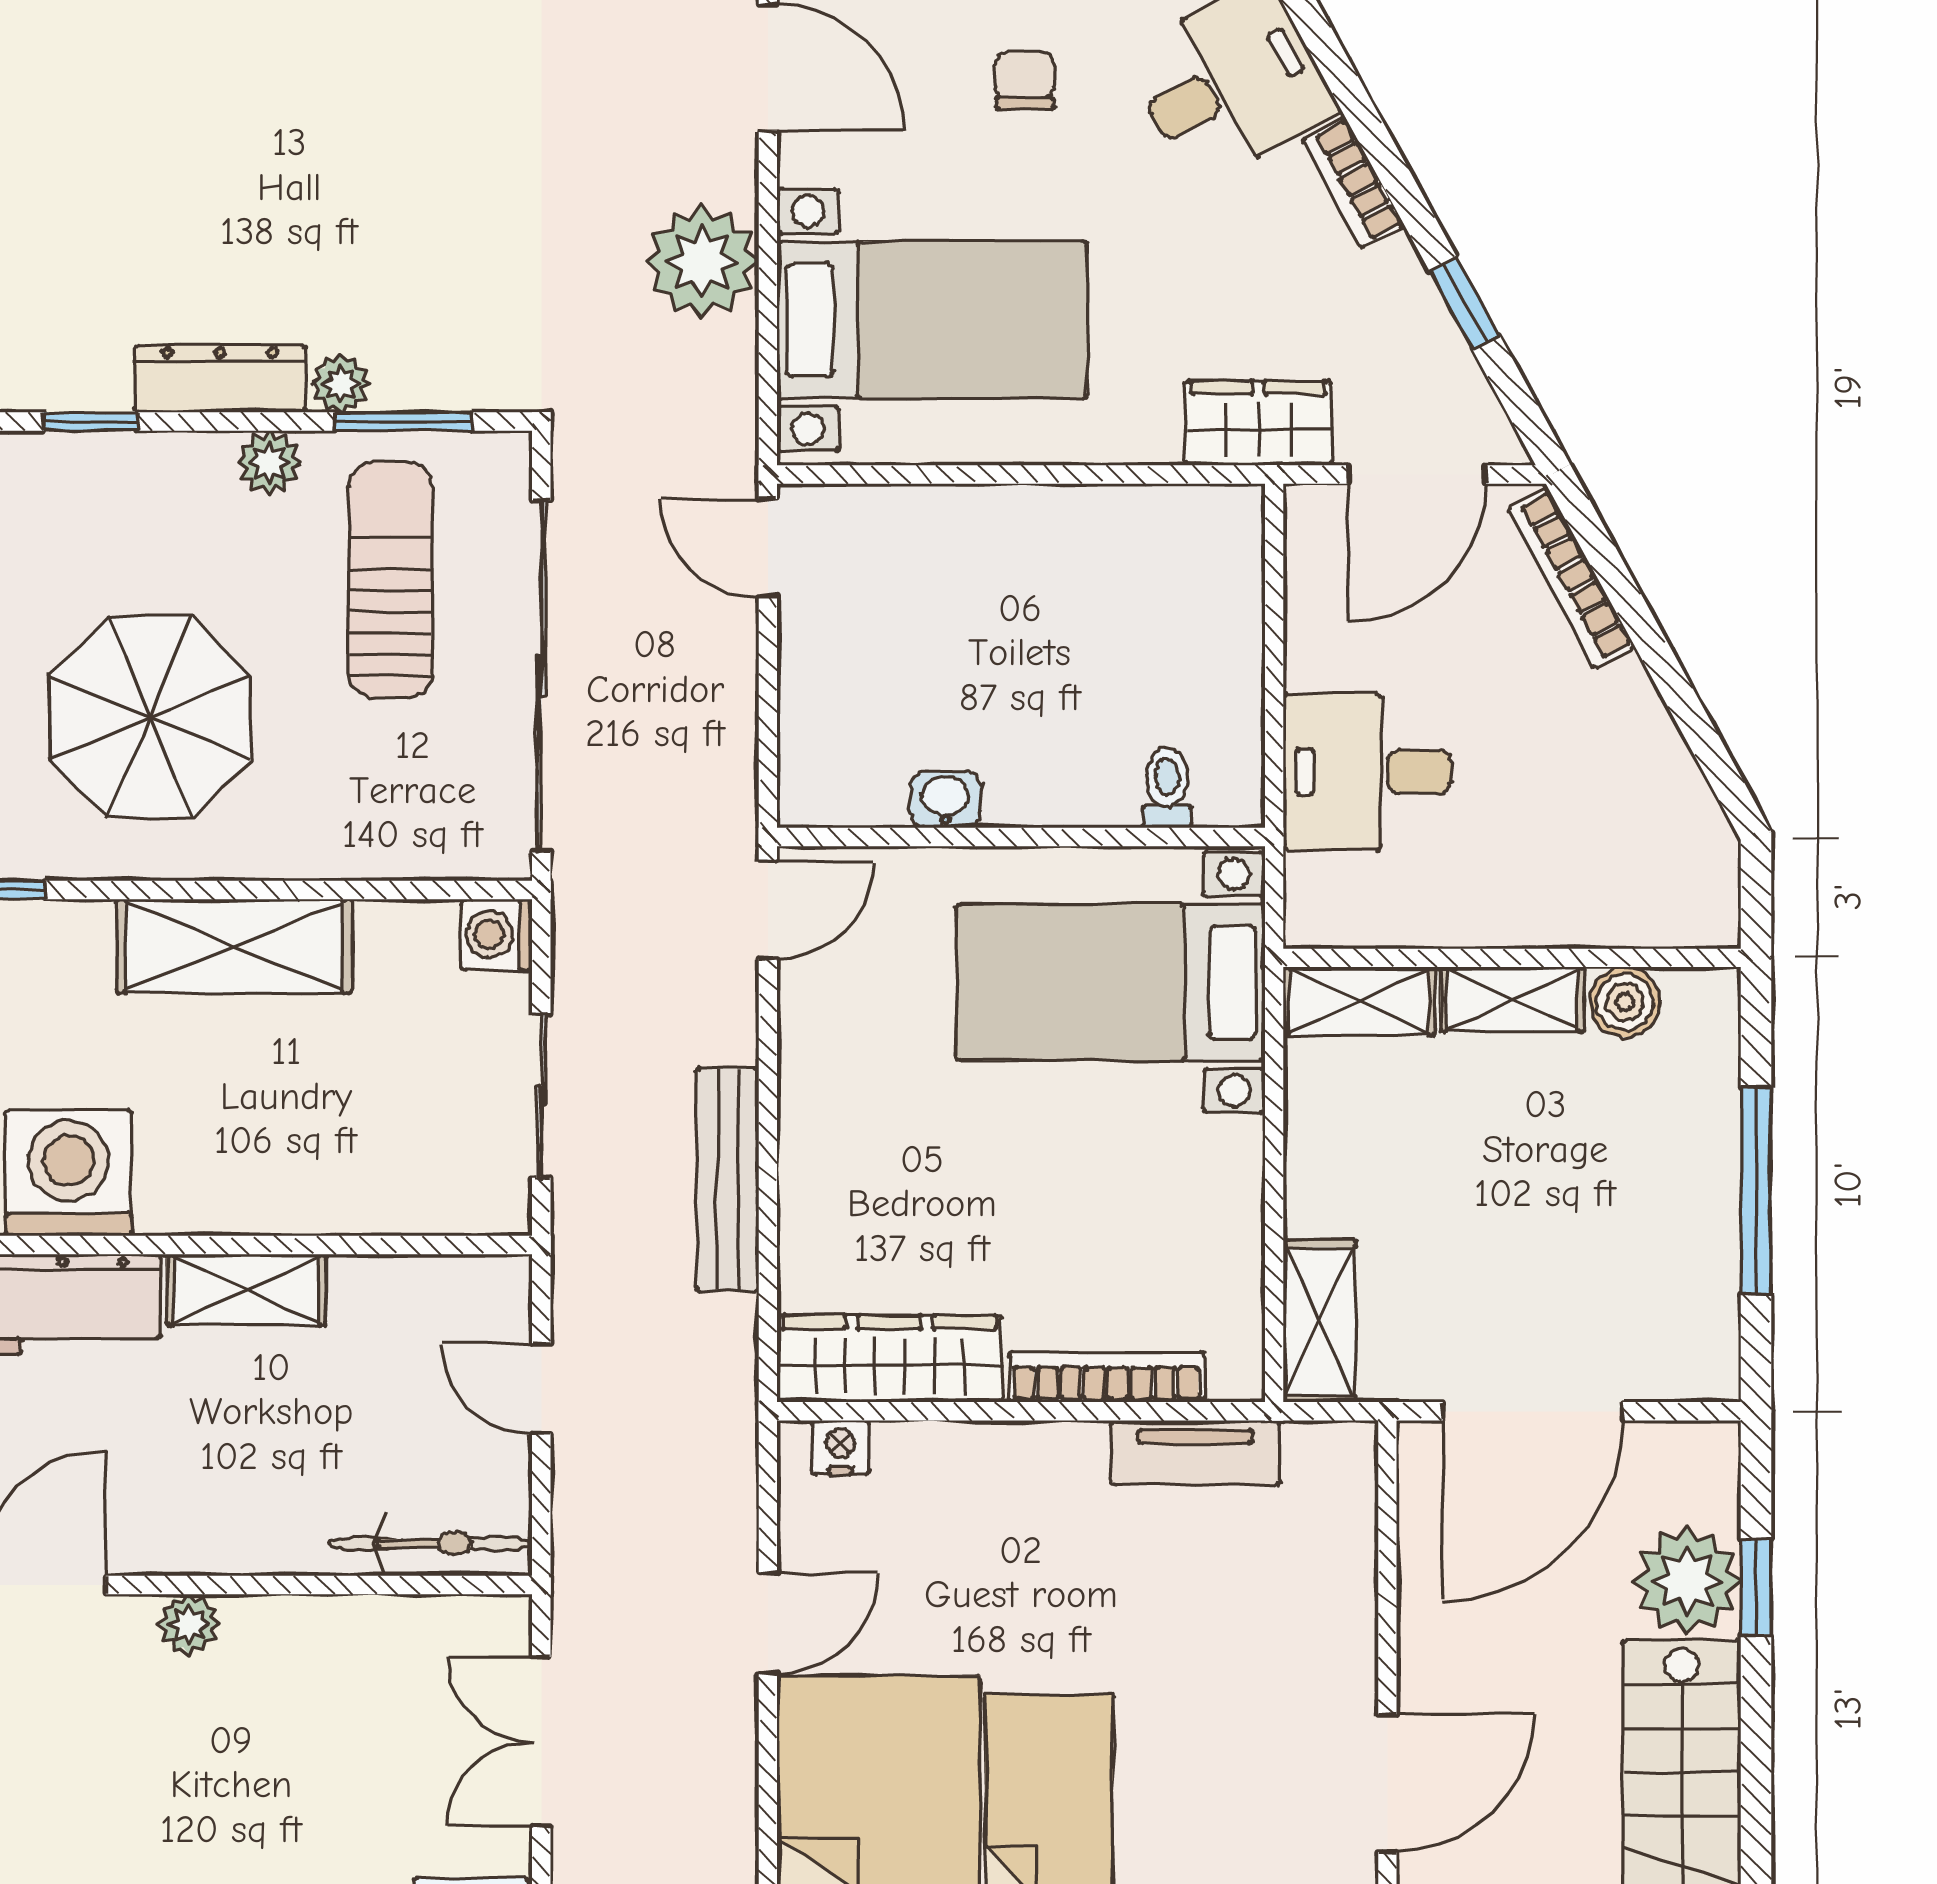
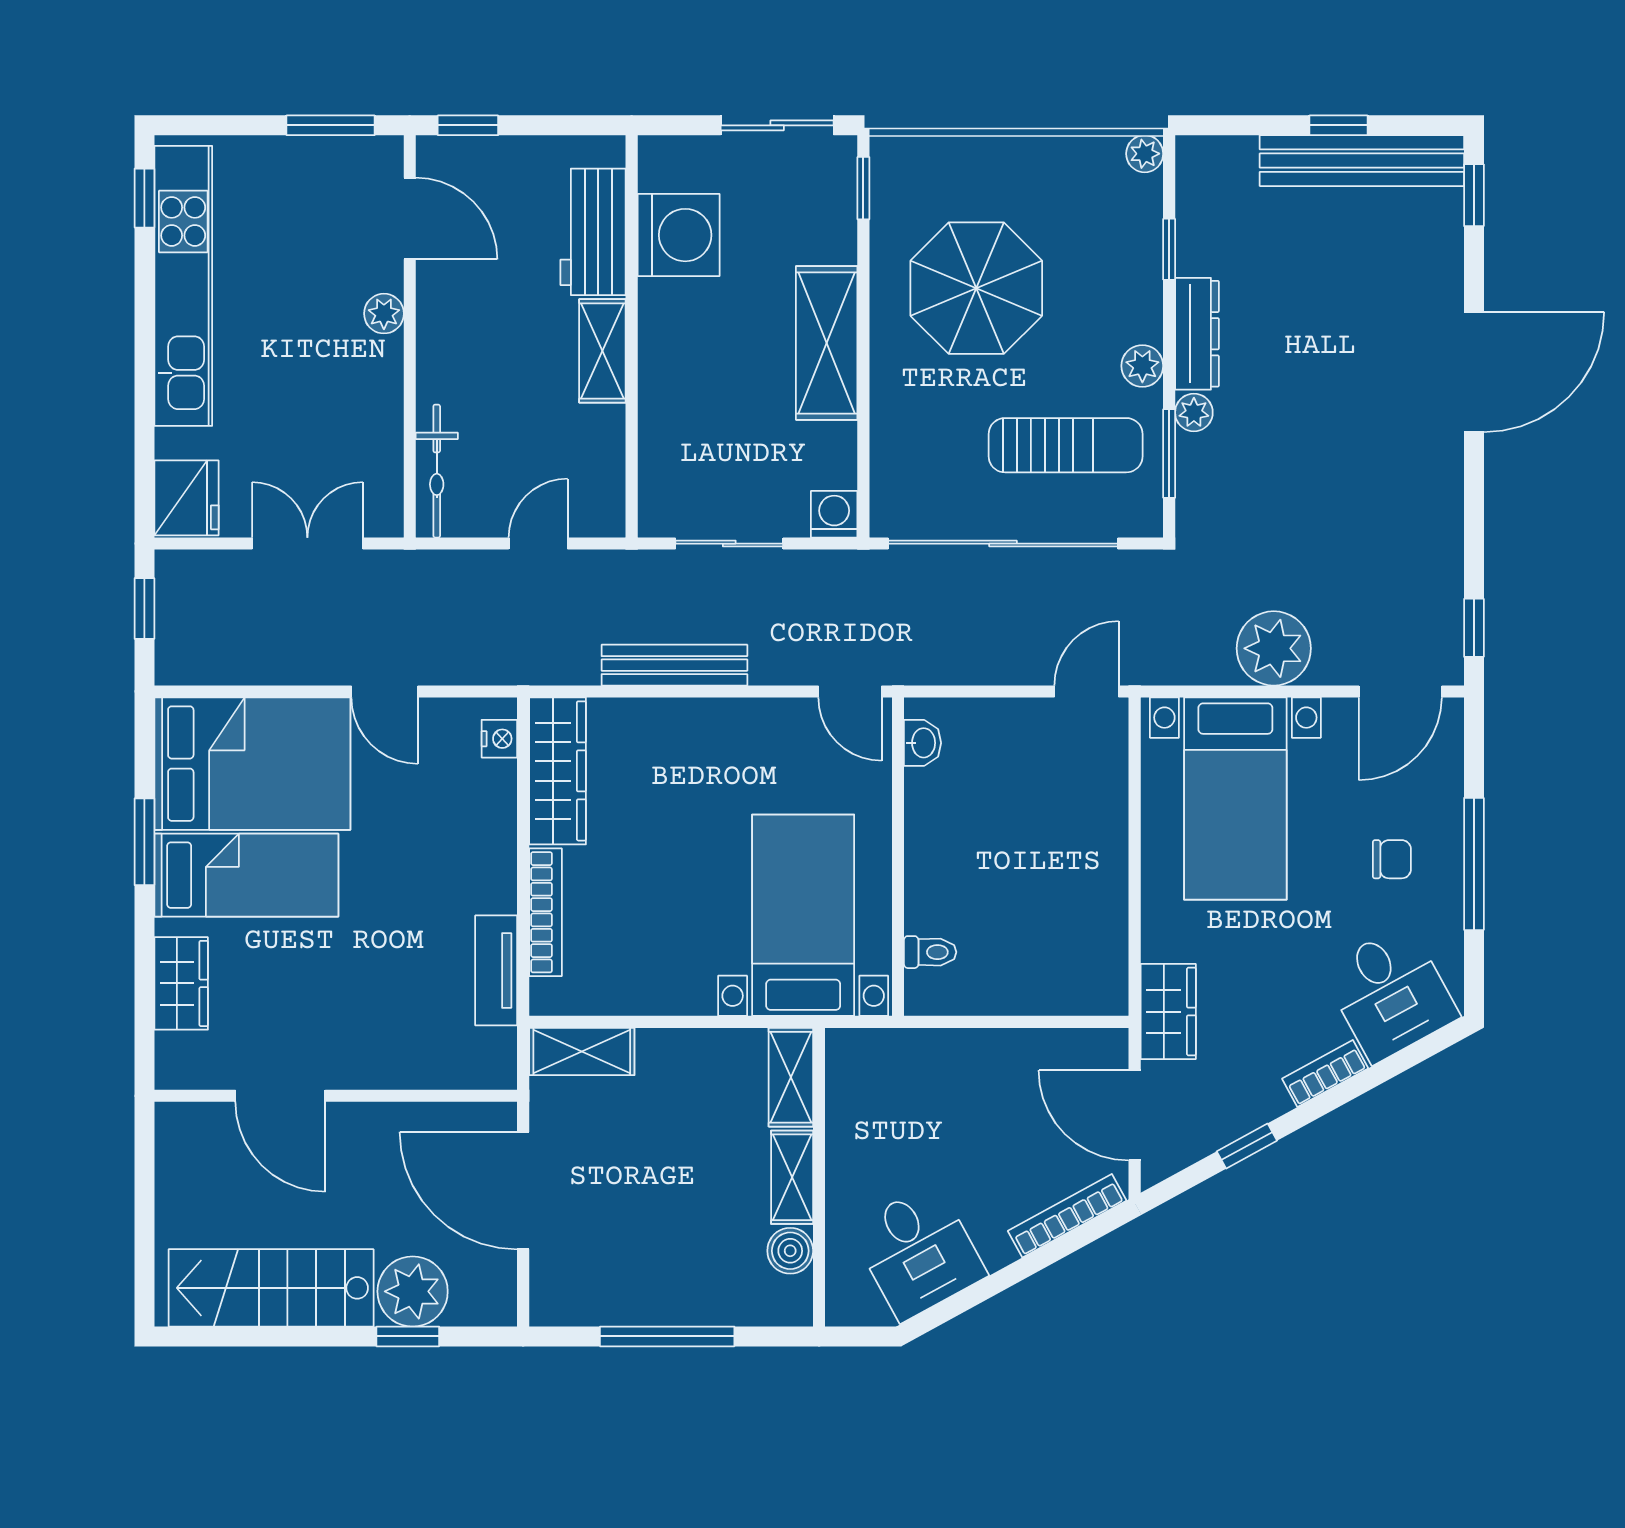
desk: (1367, 772) -> (918, 1252), moved, turned 151
washbasin: (945, 799) -> (922, 743), moved

